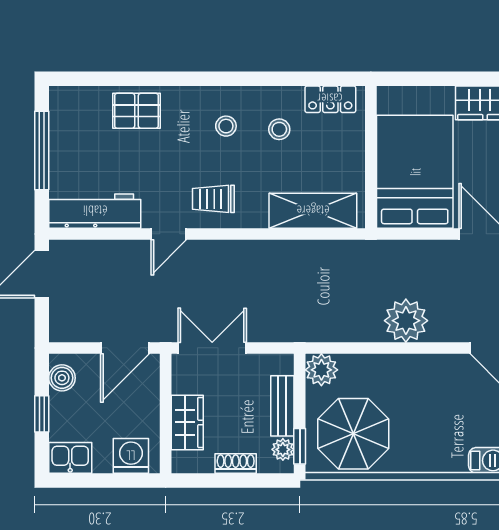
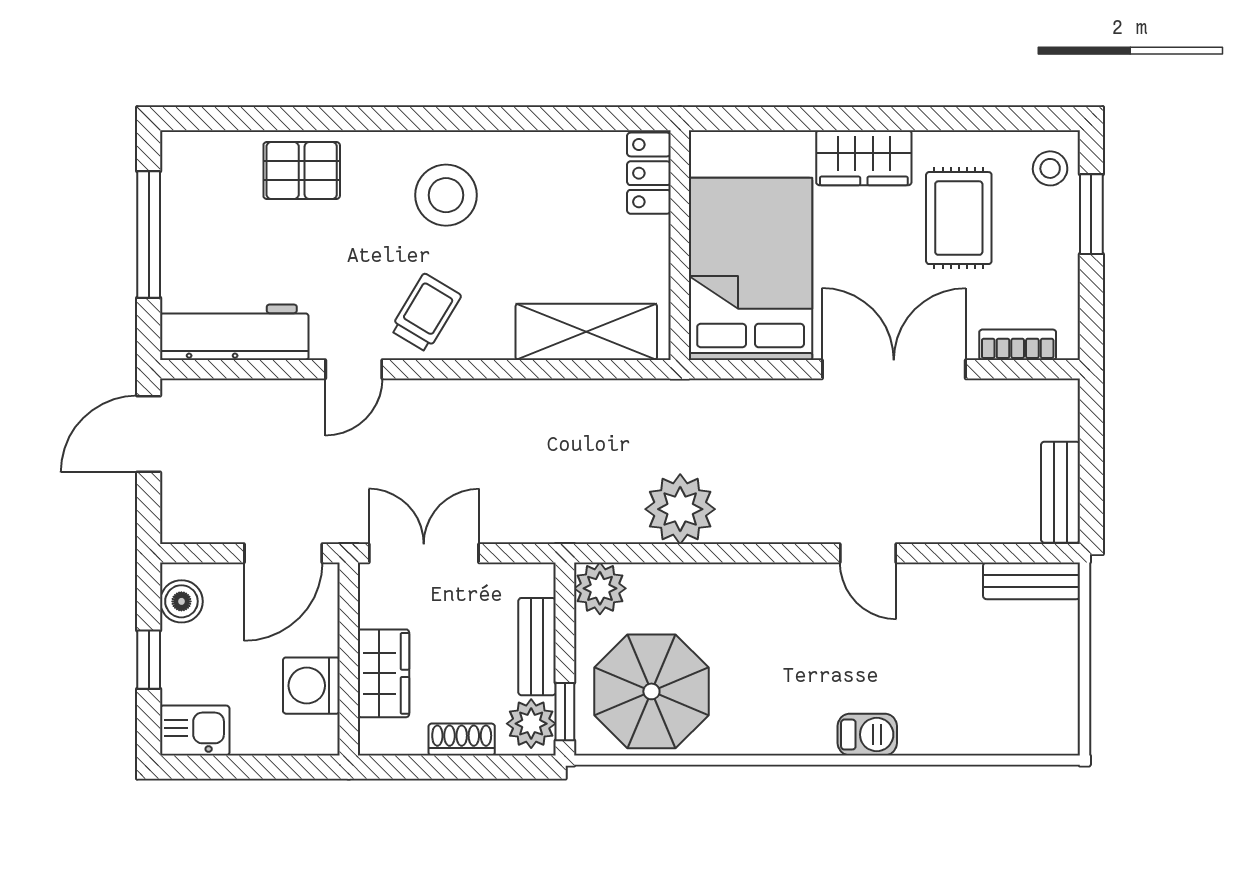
locker: (330, 99) -> (649, 173), moved, turned 90
stool: (226, 126) -> (446, 195), width x1.89, depth x1.89
stool: (279, 129) -> (532, 200), removed
trolley: (213, 199) -> (426, 313), turned 121
plant: (406, 321) -> (680, 509), moved
plant: (283, 449) -> (531, 724), width x1.38, depth x1.38
washing machine: (131, 456) -> (311, 686), moved, turned -90

